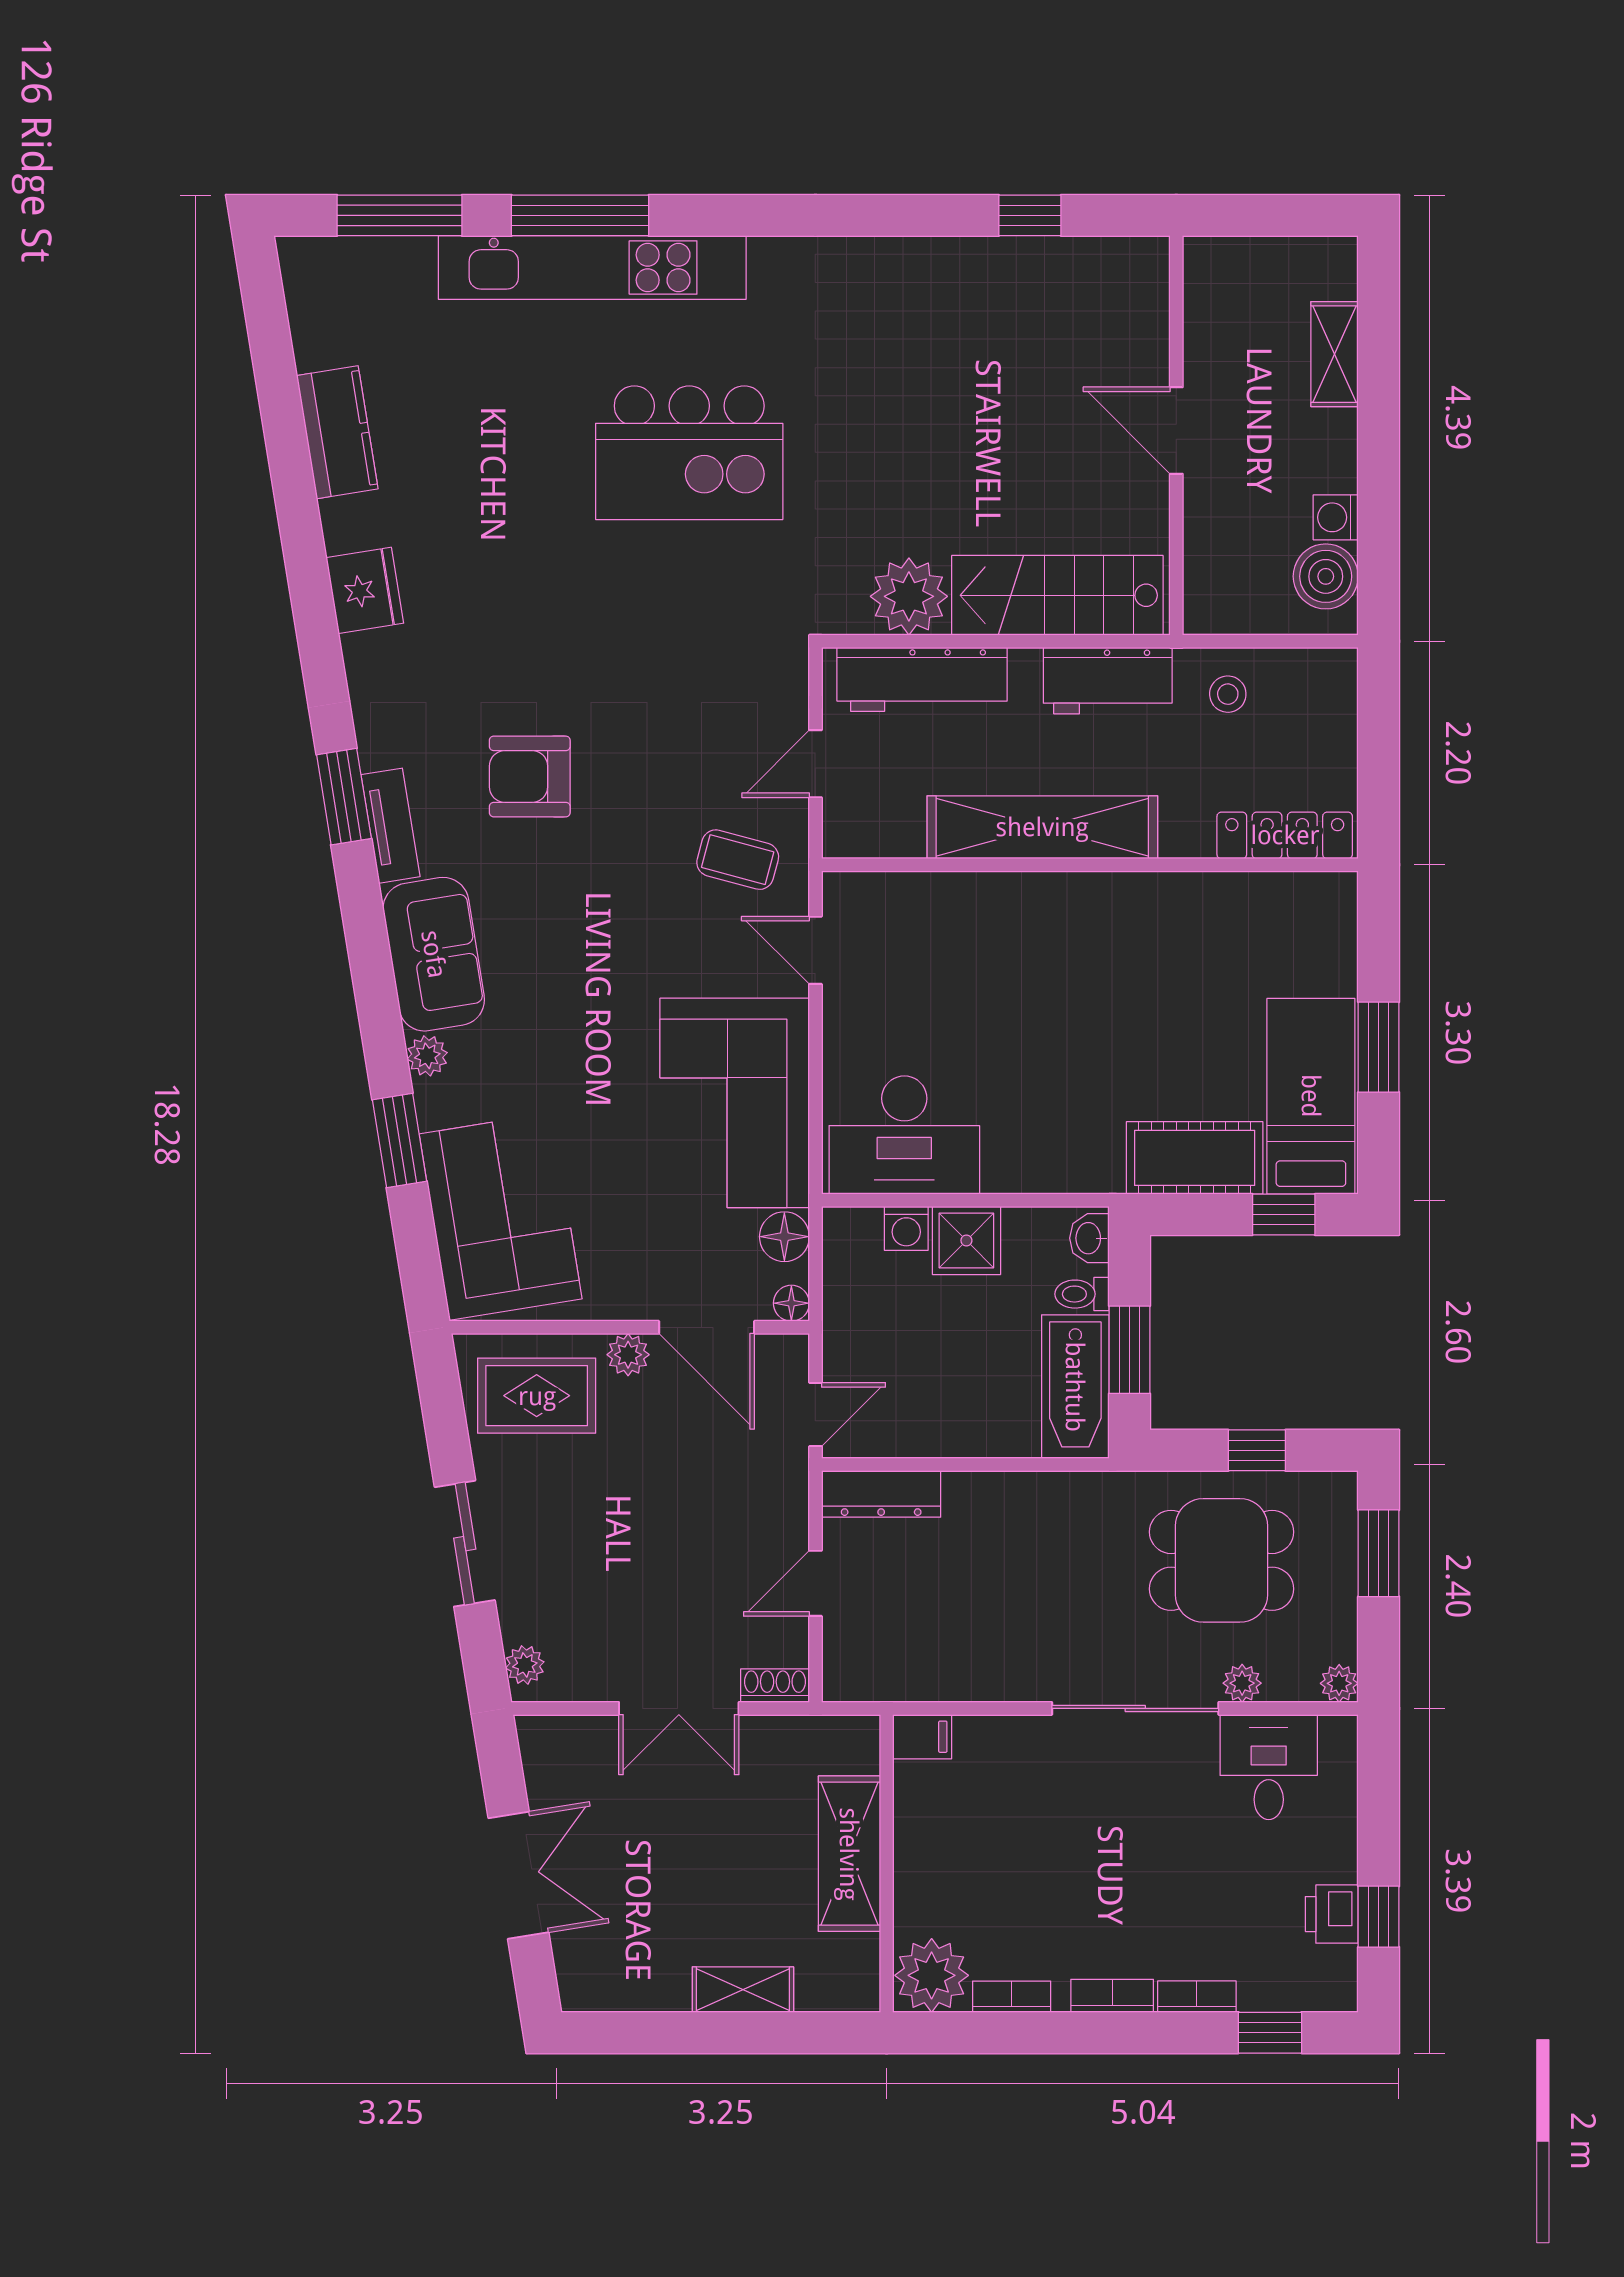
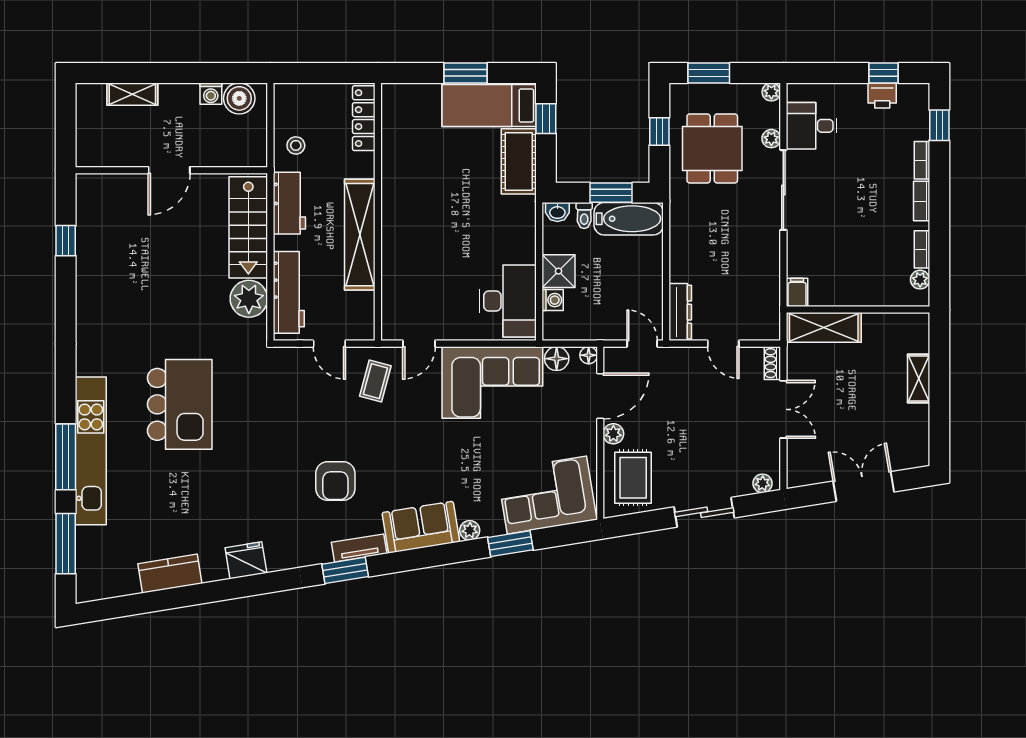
shelving: (849, 1854) -> (824, 327), moved
plant: (932, 1975) -> (920, 280), width x0.53, depth x0.53

